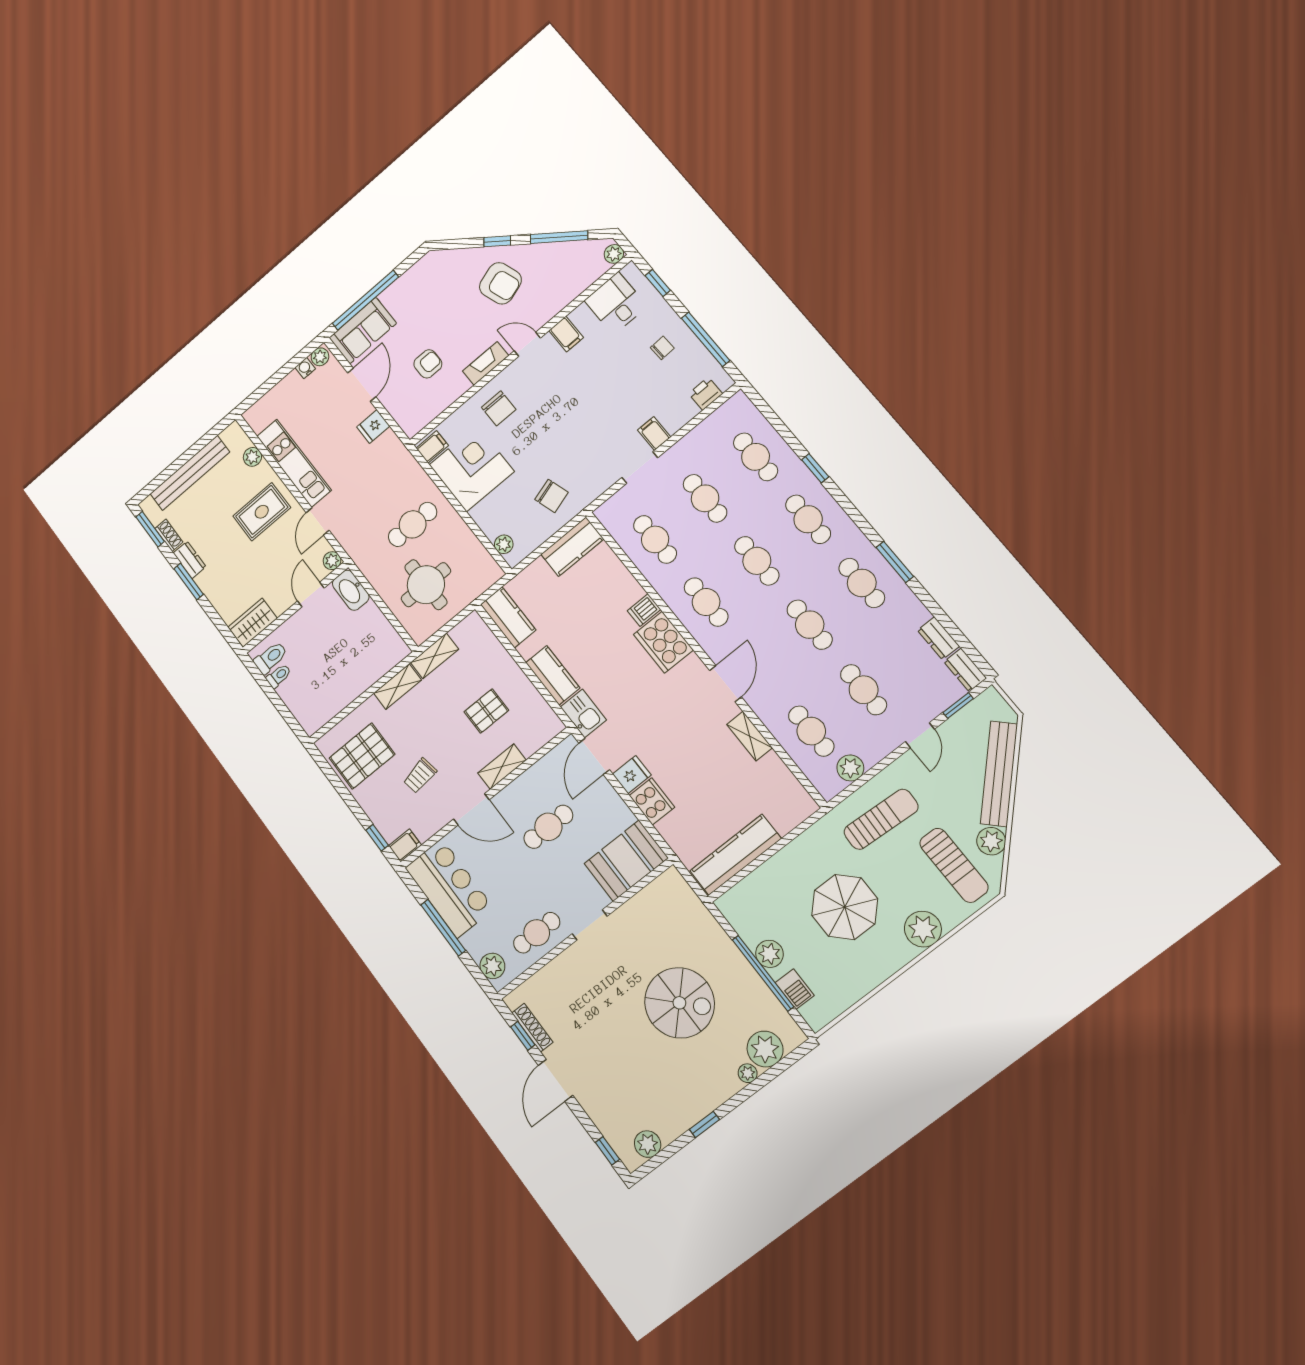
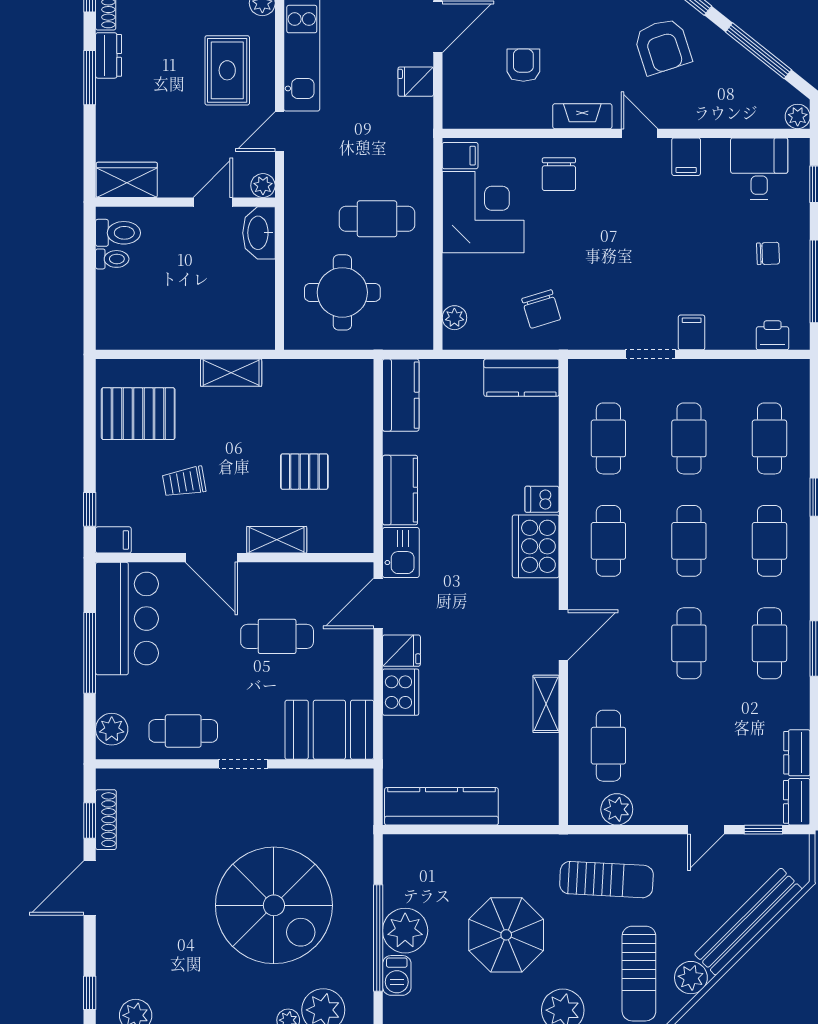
armchair: (428, 364) -> (523, 65), turned -90
rug: (262, 512) -> (227, 70), turned 90
shelving: (435, 656) -> (294, 373), removed
cafe table: (864, 690) -> (689, 746), removed
plant: (769, 954) -> (405, 931), width x1.36, depth x1.36
spiral stairs: (679, 1003) -> (274, 905), width x1.37, depth x1.37

